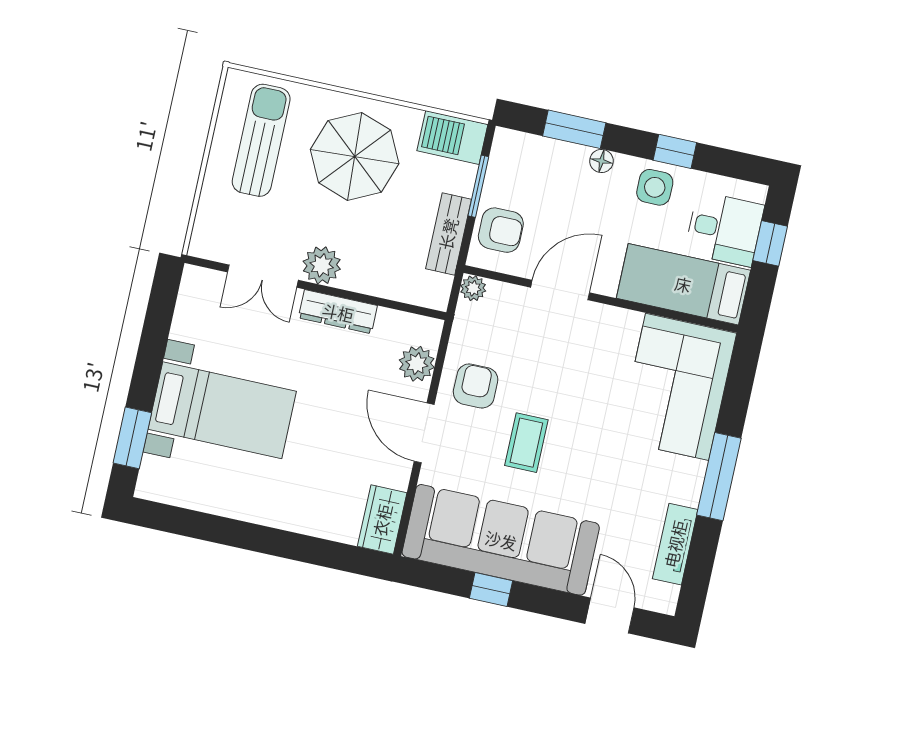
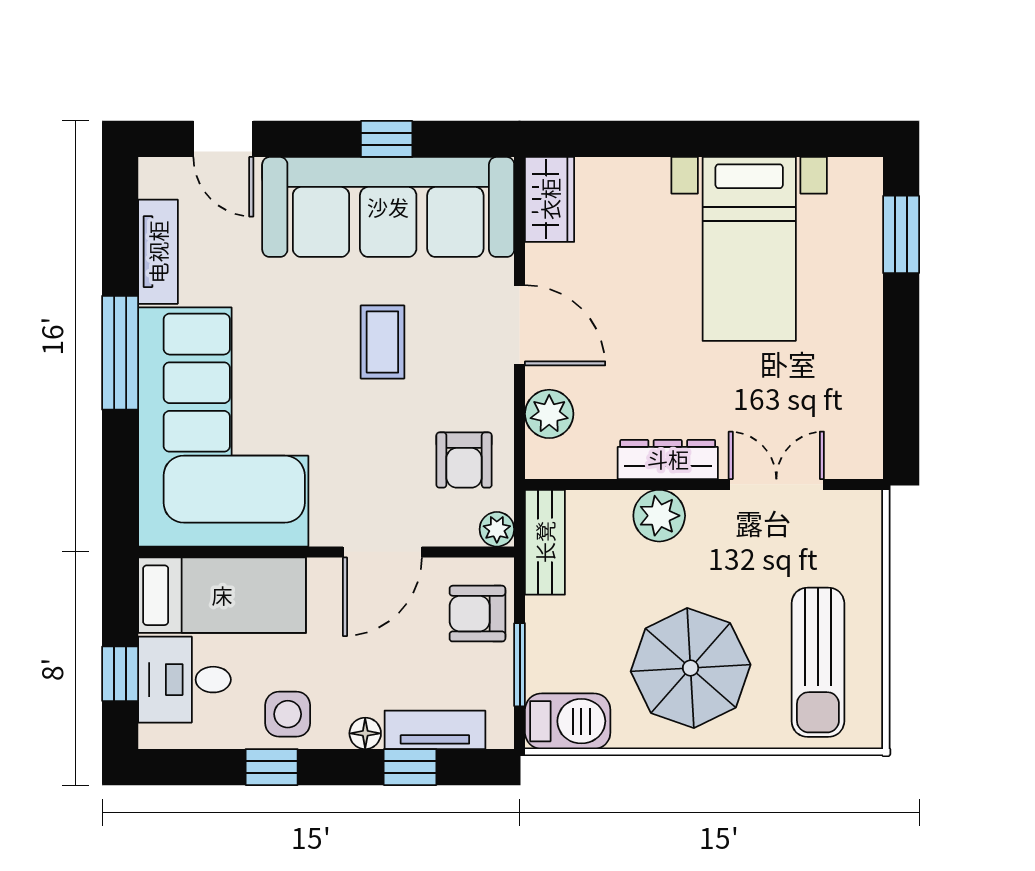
window: (574, 129) -> (410, 767), width x0.67
tv unit: (550, 152) -> (435, 730), added
bench: (448, 234) -> (545, 542), moved
plant: (322, 265) -> (659, 516), moved
armchair: (476, 386) -> (464, 460), moved
corner sofa: (677, 387) -> (223, 427), width x1.36, depth x1.36
bed with nightstands: (222, 410) -> (749, 249), moved, turned -90

